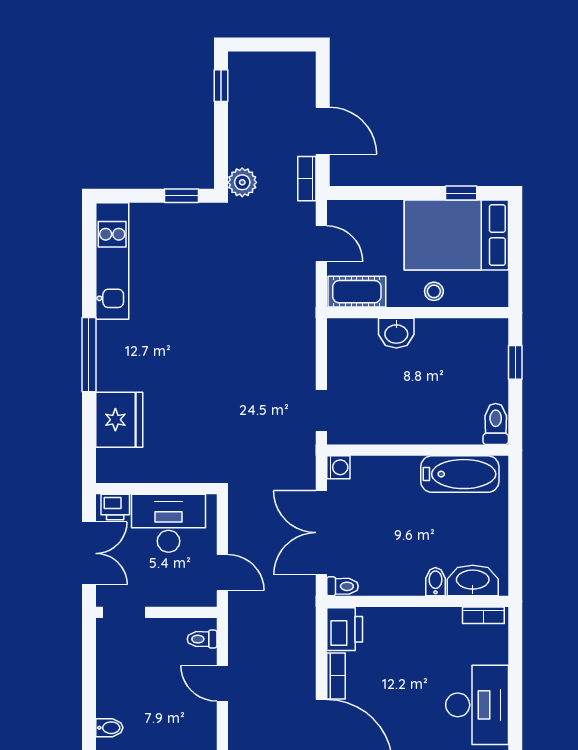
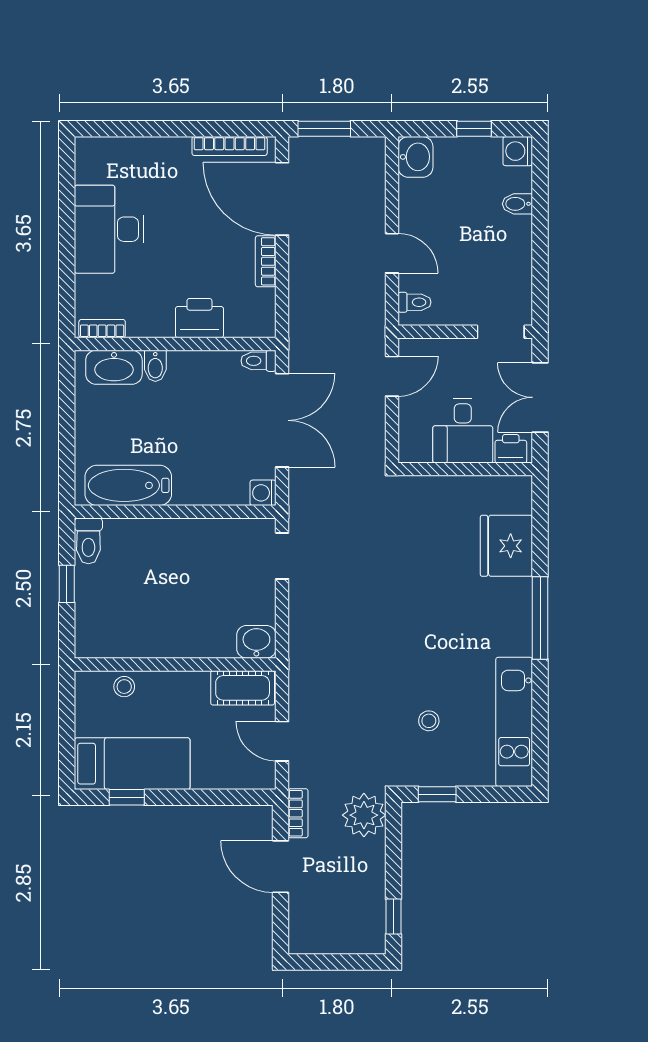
plant: (242, 182) -> (364, 815), width x1.36, depth x1.36
bed: (456, 235) -> (132, 764), width x0.67
stool: (189, 262) -> (429, 721), added
stool: (434, 291) -> (124, 687), moved
washbasin: (396, 333) -> (256, 642), moved
window: (515, 362) -> (67, 584), moved
desk: (169, 523) -> (463, 431), width x0.73
door: (222, 572) -> (392, 376), swing flipped
printer: (345, 629) -> (199, 318), moved, turned 90

